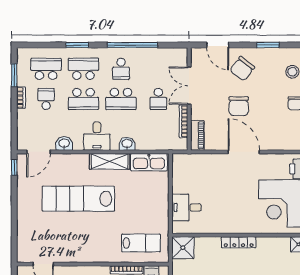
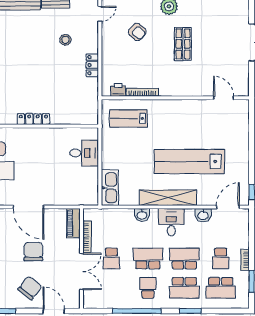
school desk: (158, 99) -> (111, 259), turned 180
shelving: (110, 161) -> (168, 198), width x1.47
kitchen sink: (149, 162) -> (110, 188), moved, turned 90
lab bench: (78, 199) -> (189, 162), turned 180
shower: (183, 248) -> (88, 114), removed

